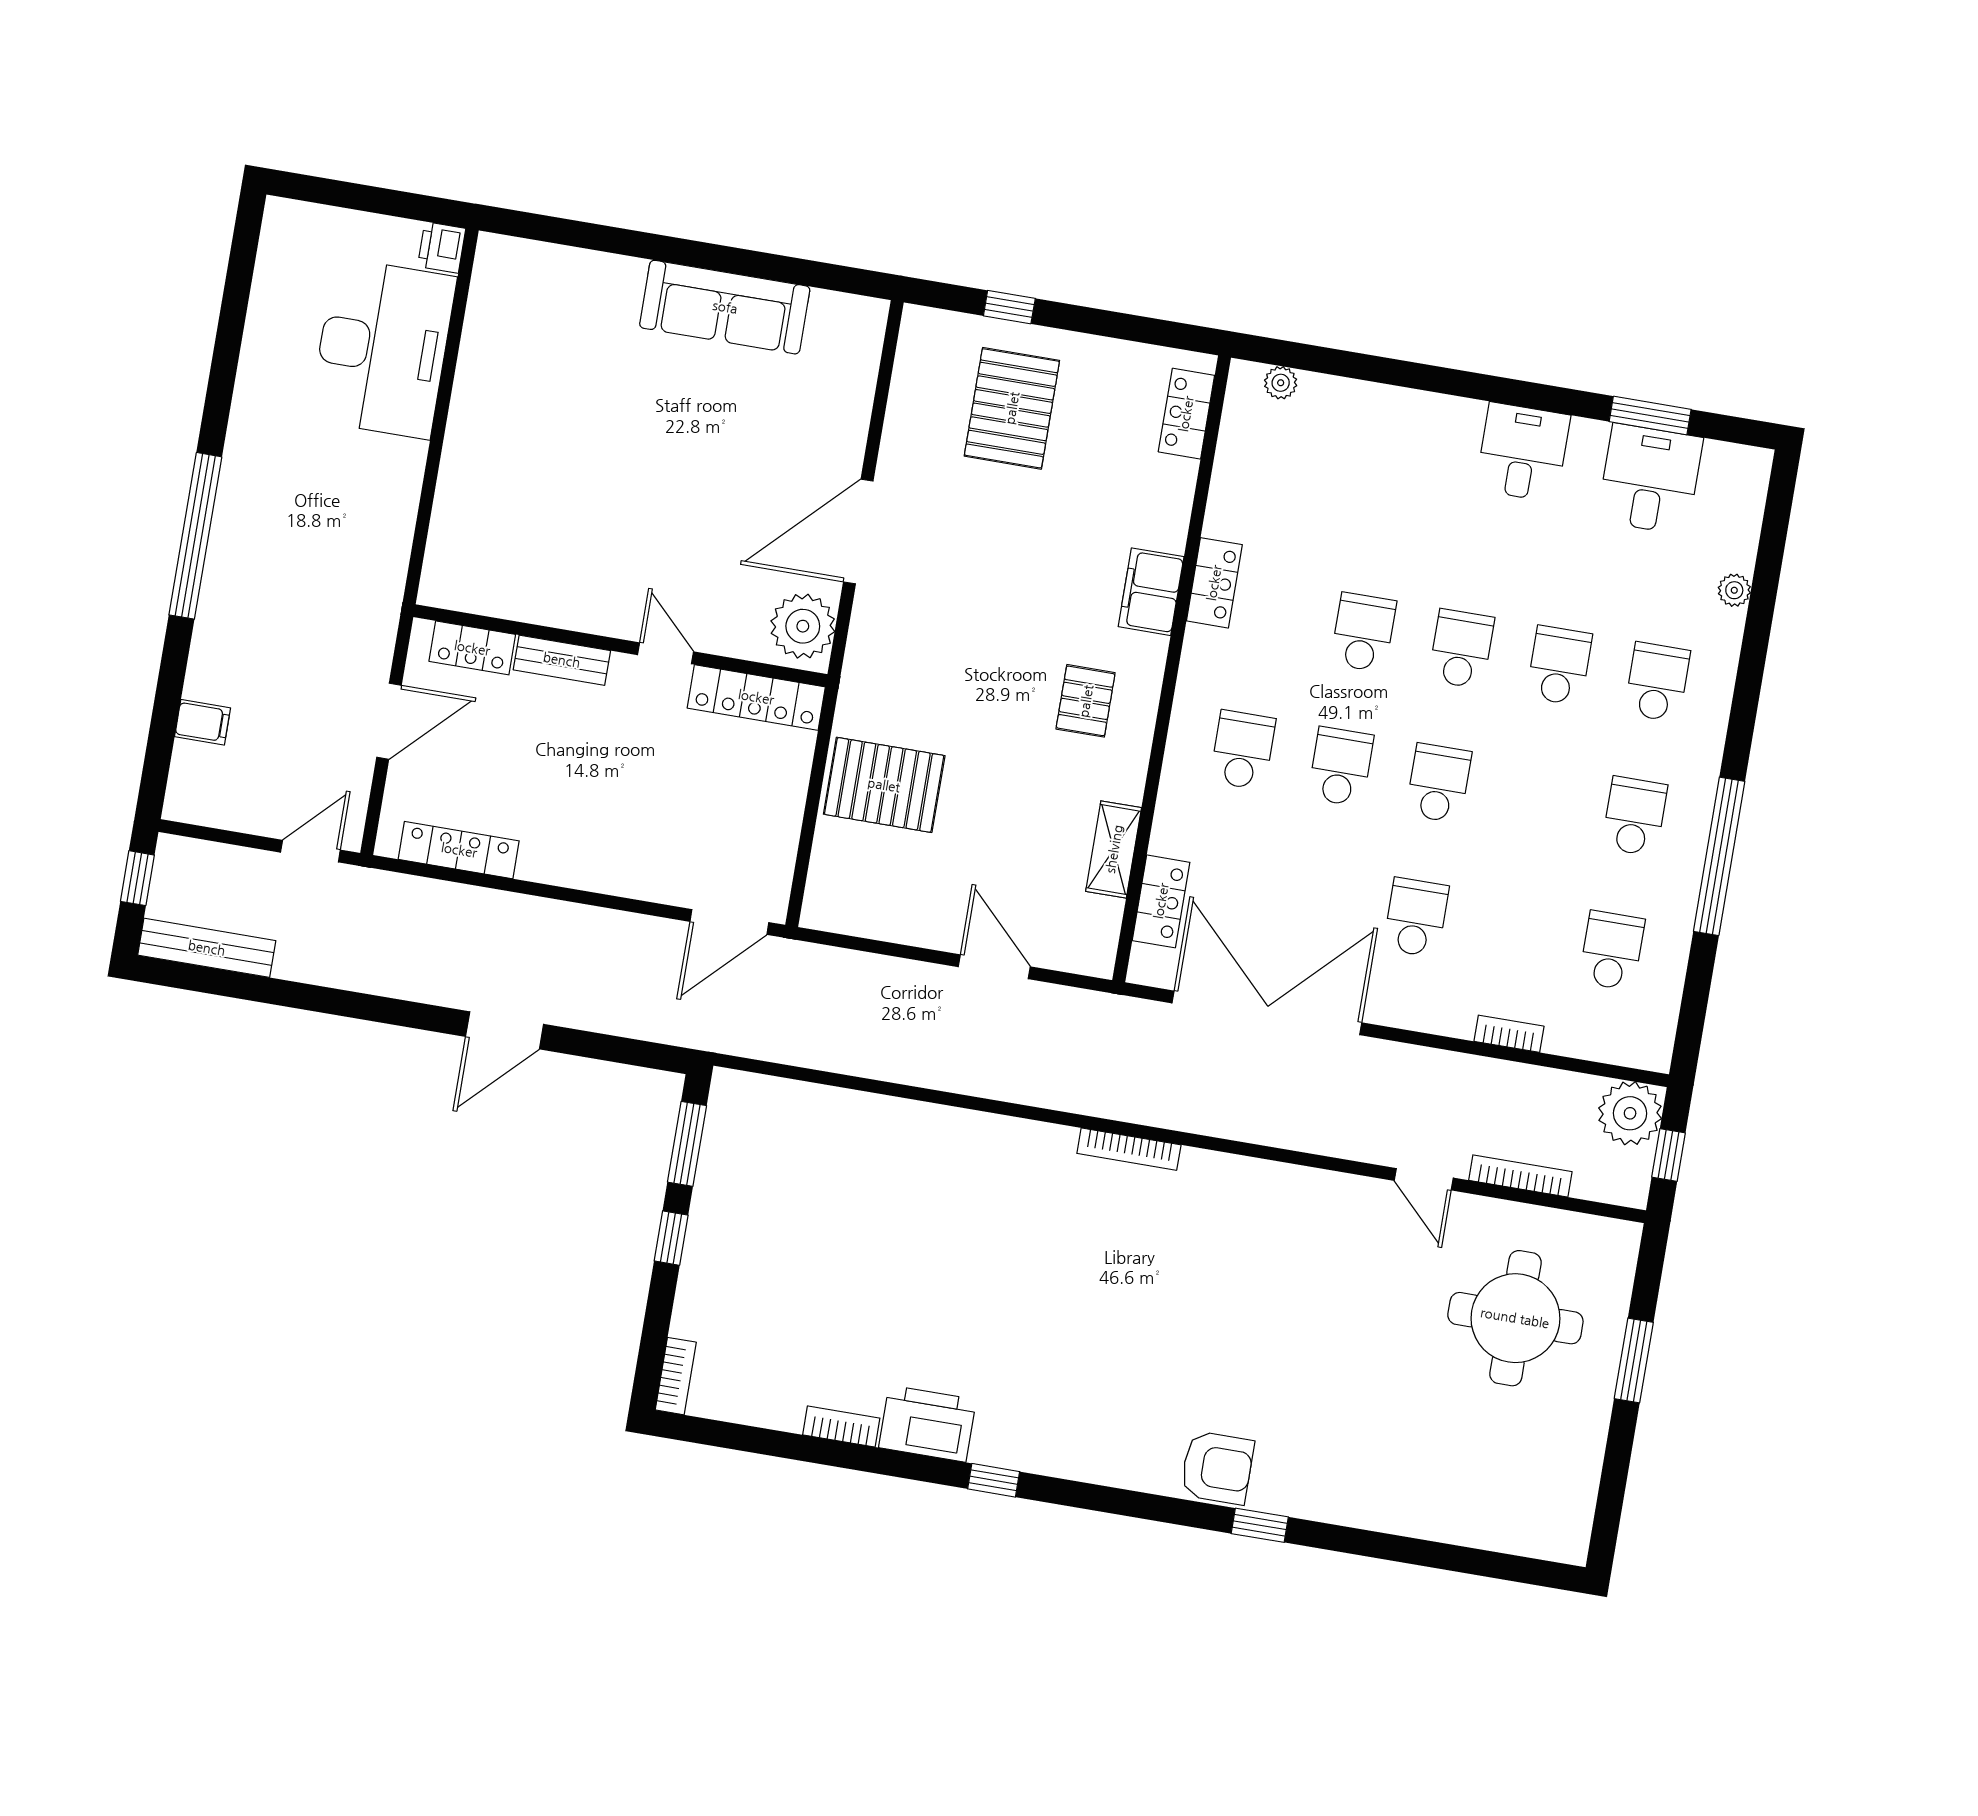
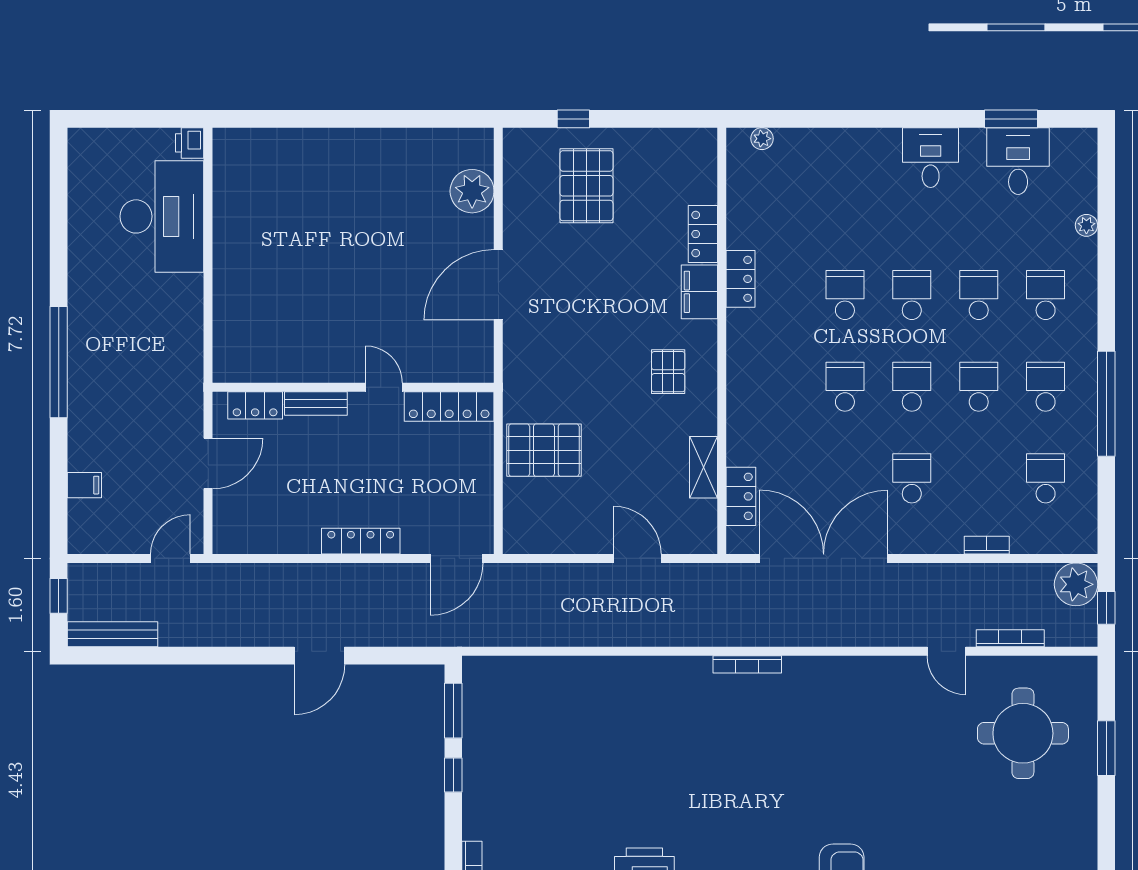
sofa: (725, 307) -> (384, 151), removed
locker: (1186, 414) -> (703, 234), moved
plant: (803, 626) -> (472, 191), moved
school desk: (1243, 750) -> (979, 387), moved
locker: (459, 850) -> (361, 541), moved

